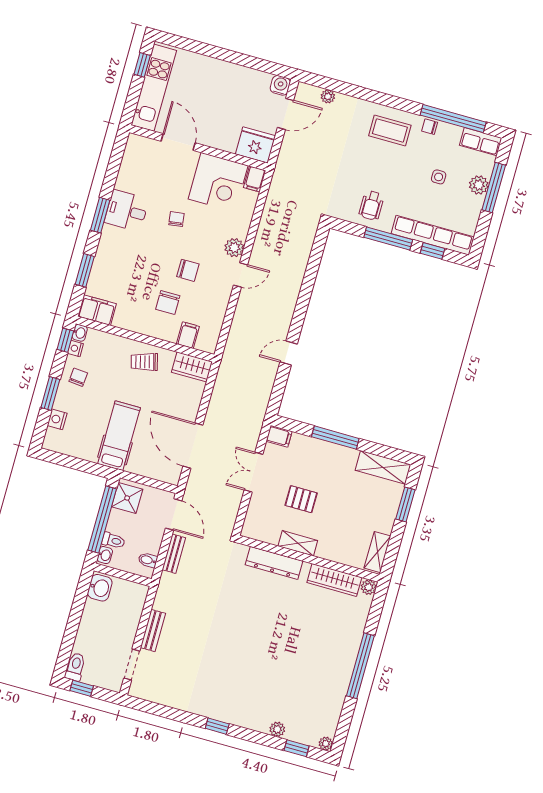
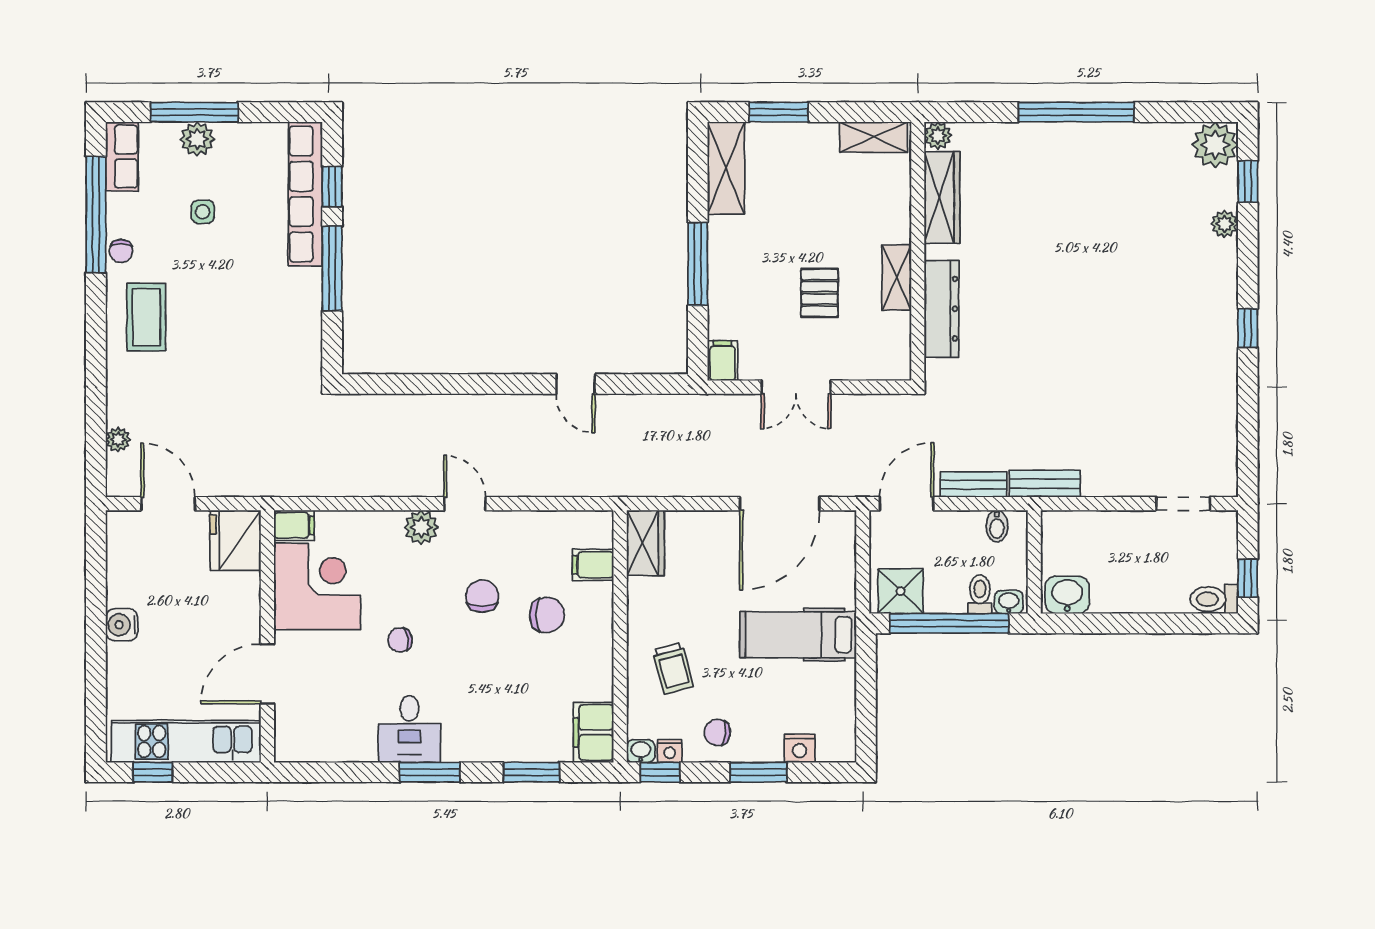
water cooler: (280, 85) -> (122, 625), moved
wheelchair: (371, 205) -> (283, 313), removed
trolley: (144, 362) -> (673, 668), moved
bench: (153, 630) -> (1045, 484), moved
plant: (326, 744) -> (1215, 145), width x1.88, depth x1.88

